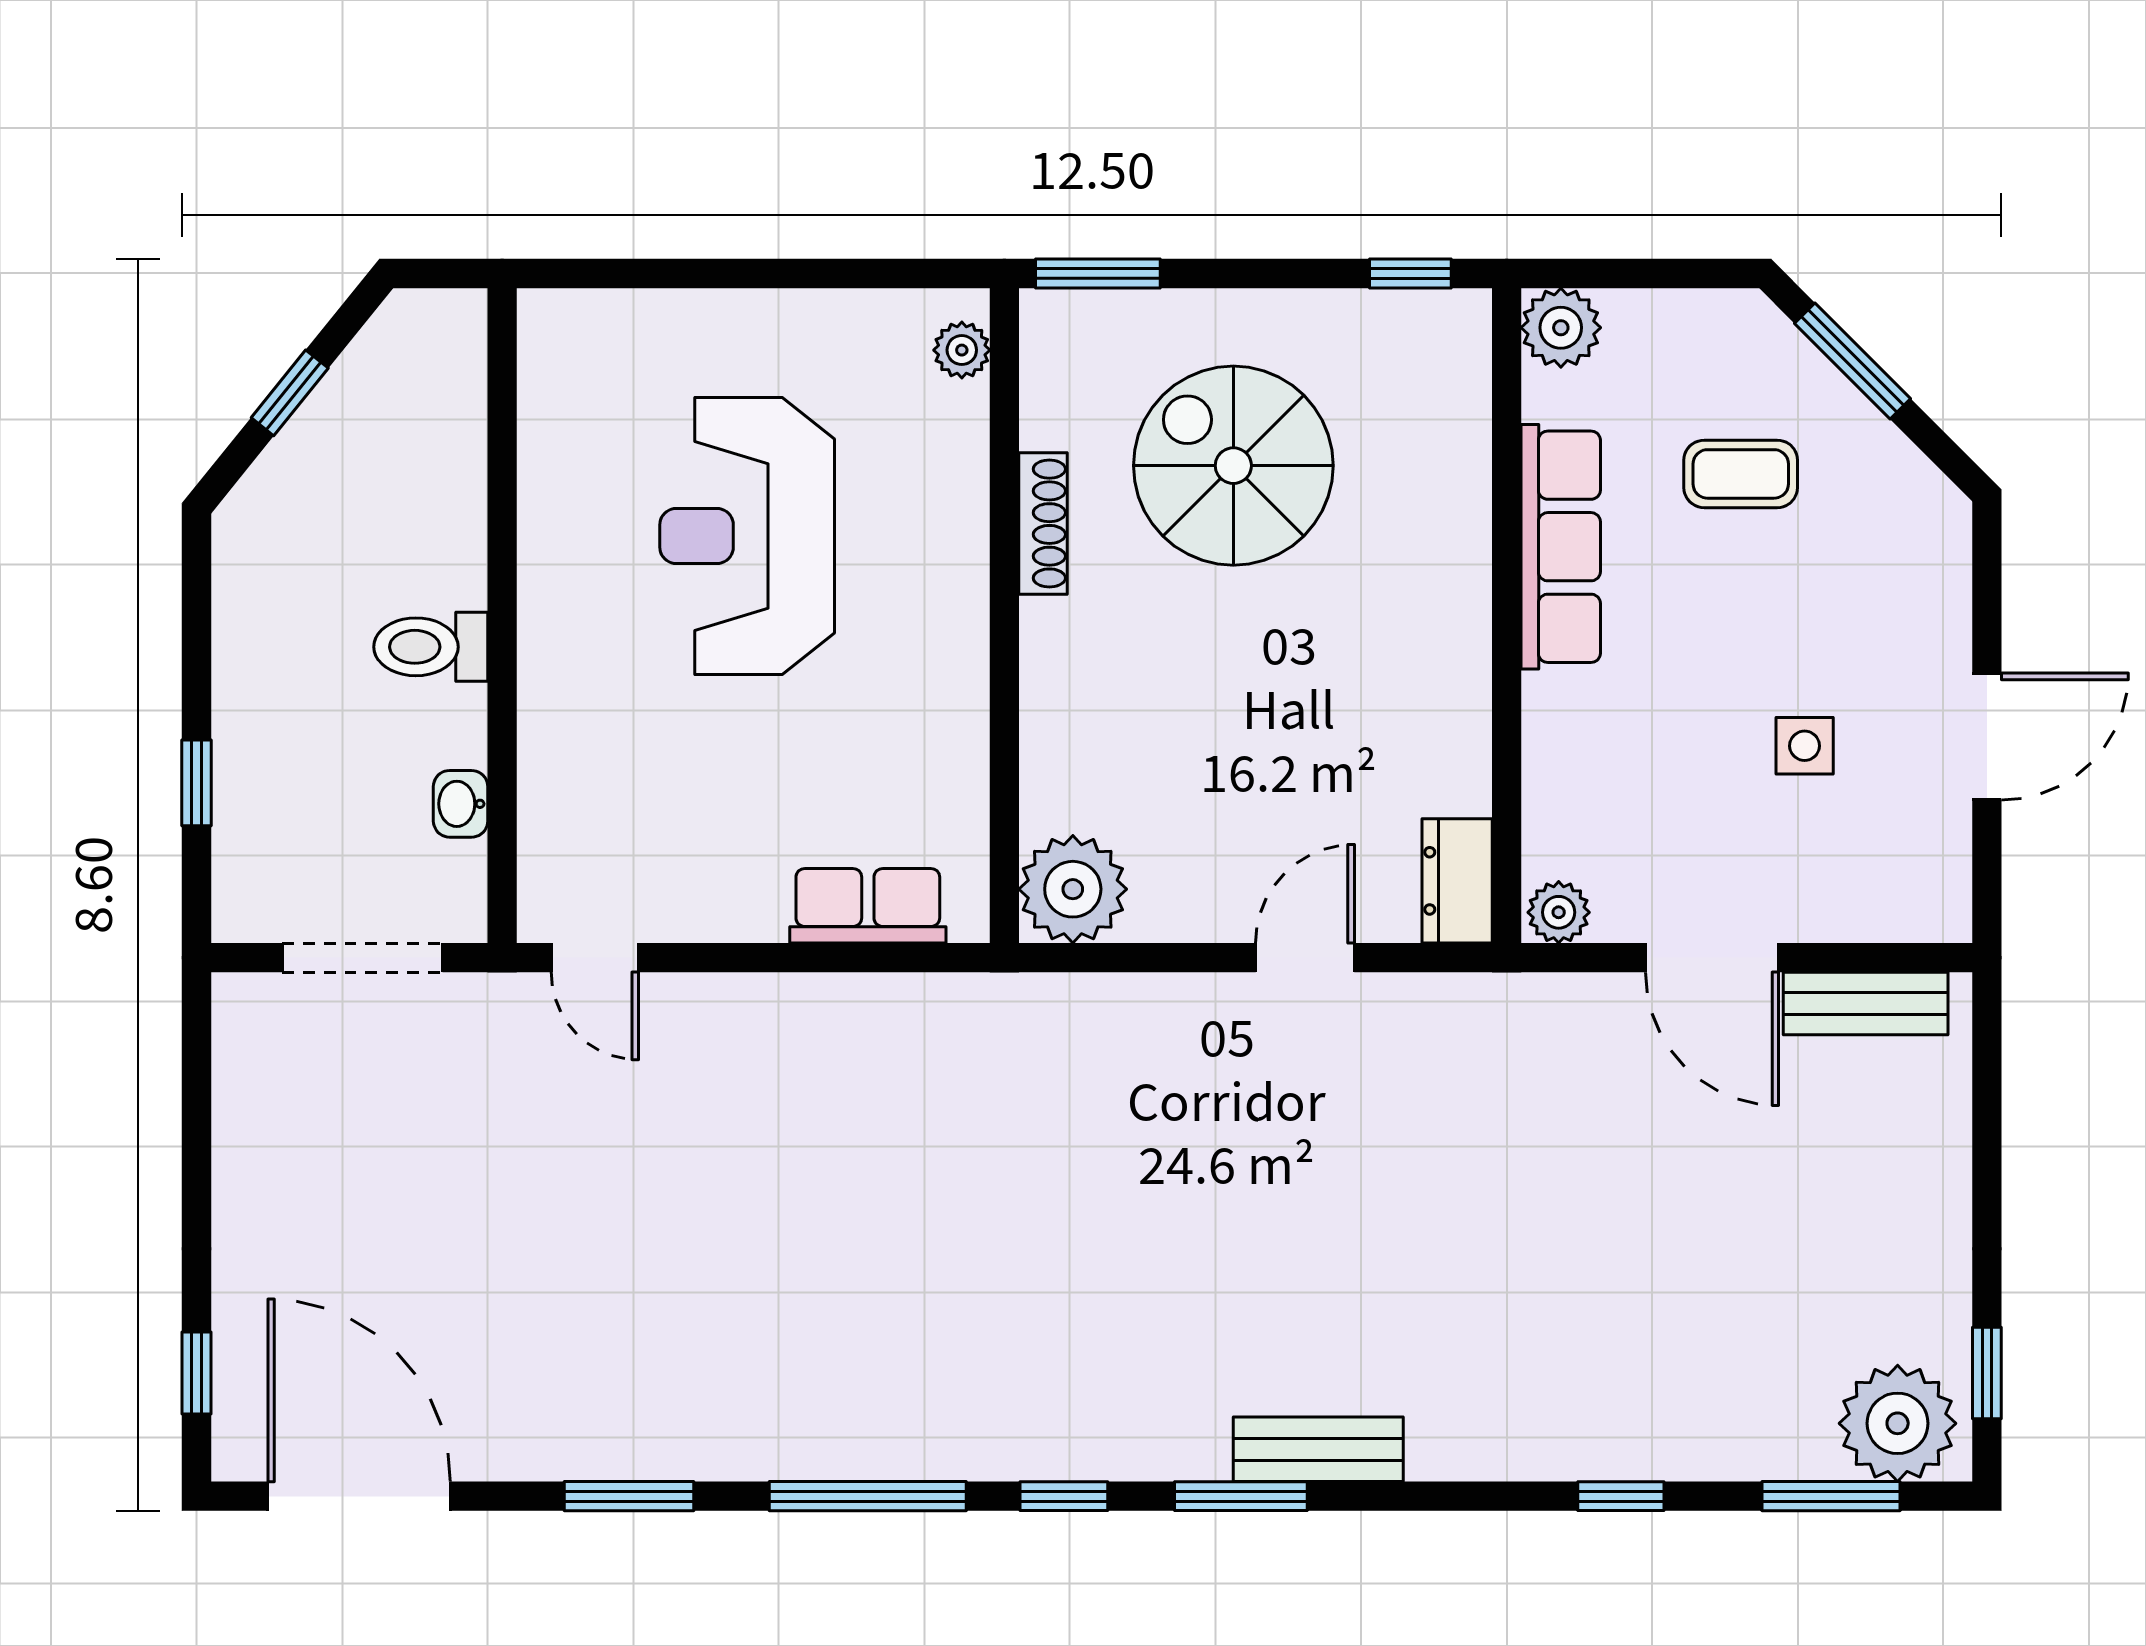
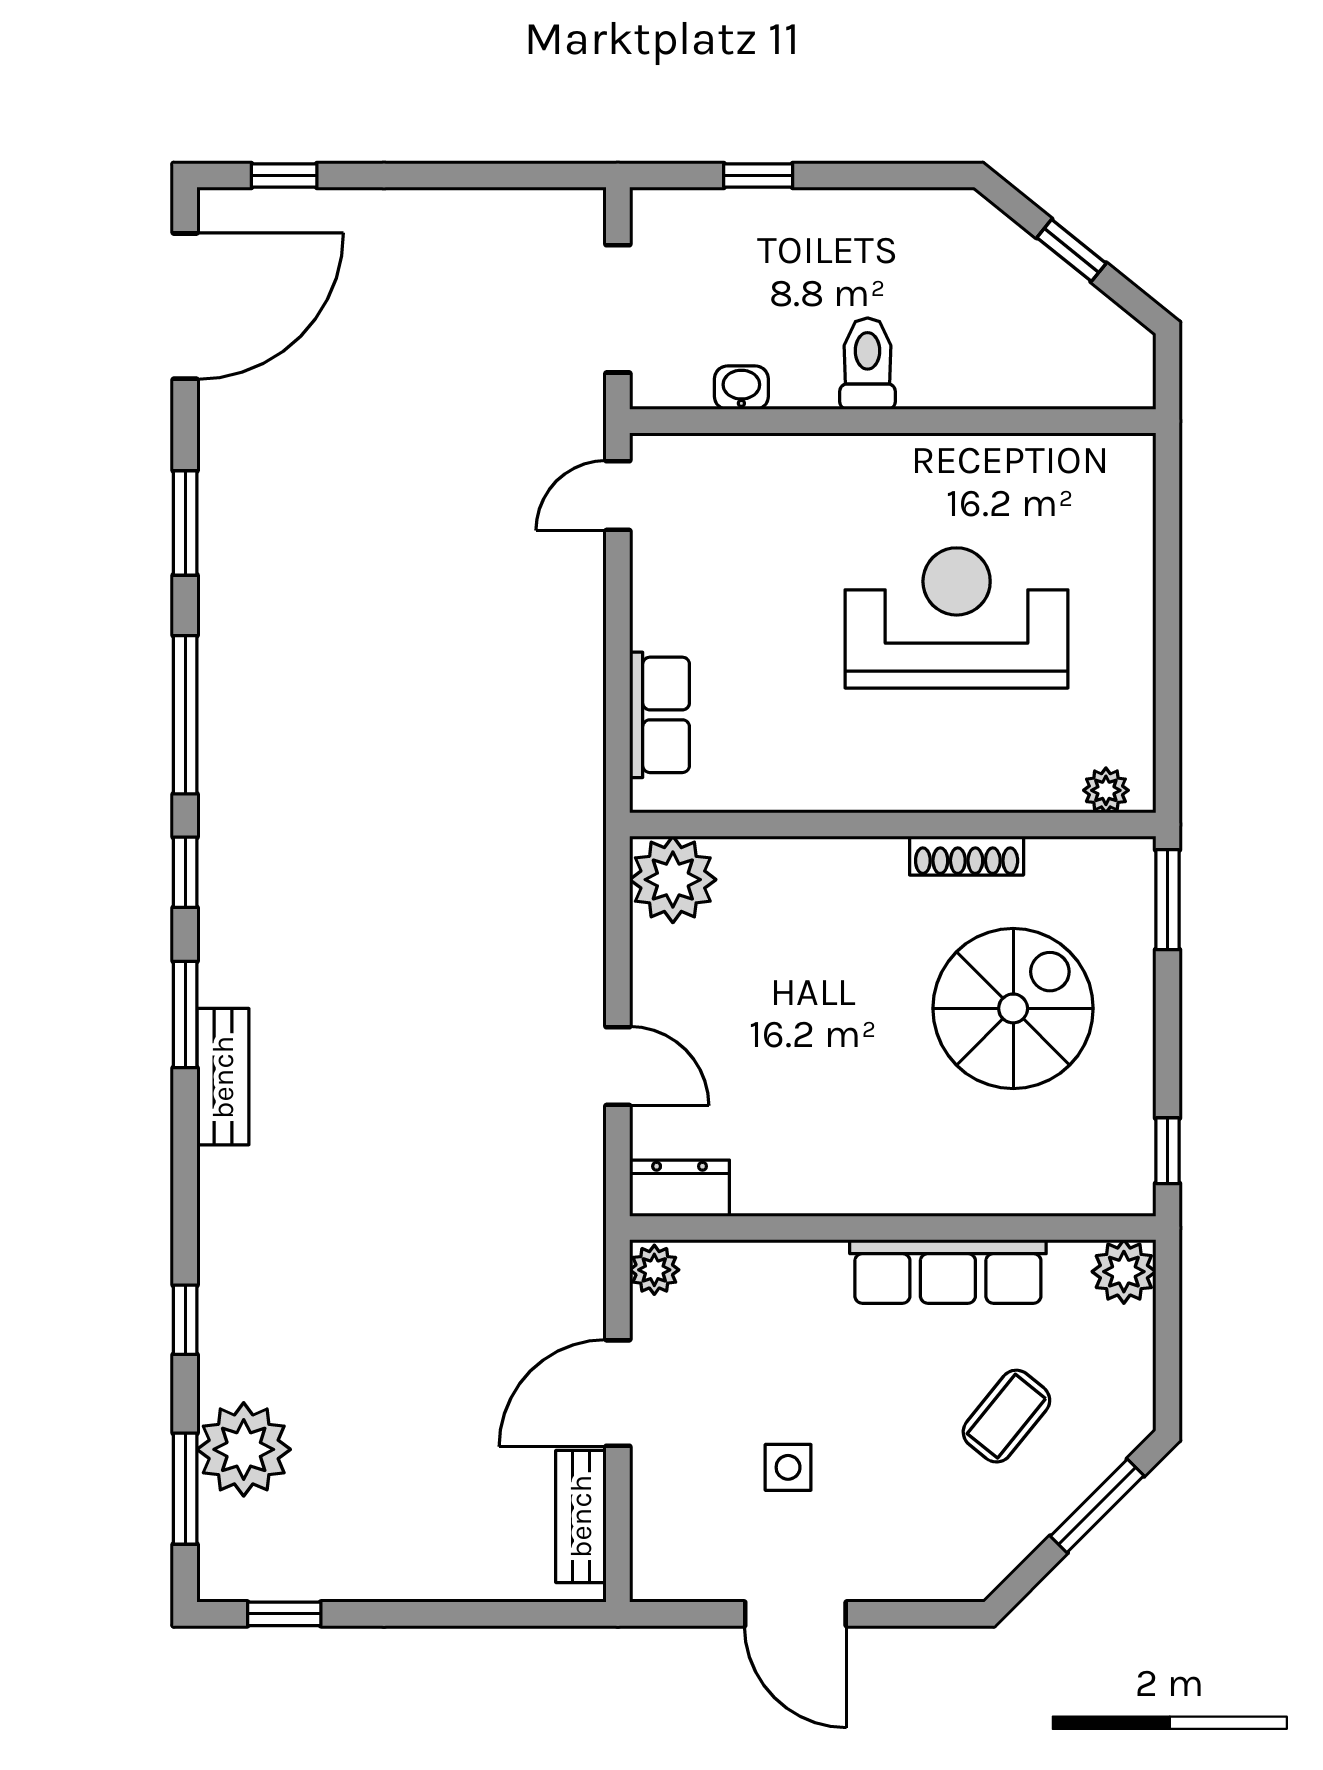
coffee table: (1741, 474) -> (1006, 1416), turned 39
plant: (1898, 1423) -> (244, 1449), moved

